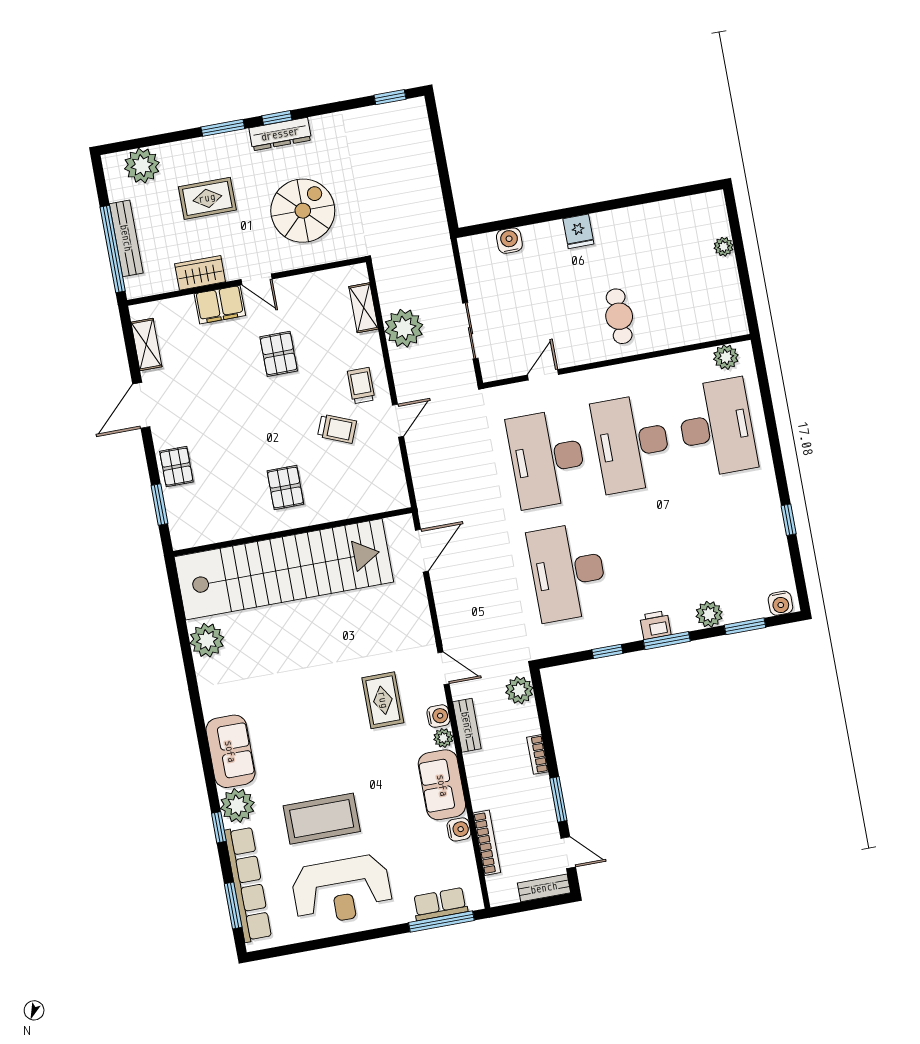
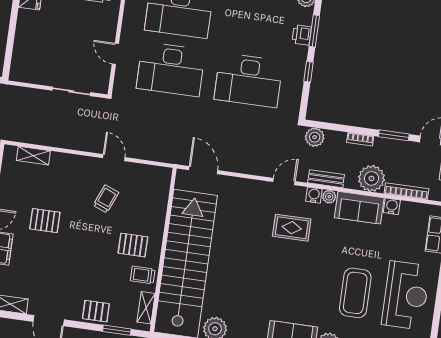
water cooler: (509, 241) -> (21, 47), removed
plant: (404, 328) -> (371, 178), moved
trolley: (361, 386) -> (143, 275), moved
shelving: (204, 535) -> (146, 308), added

